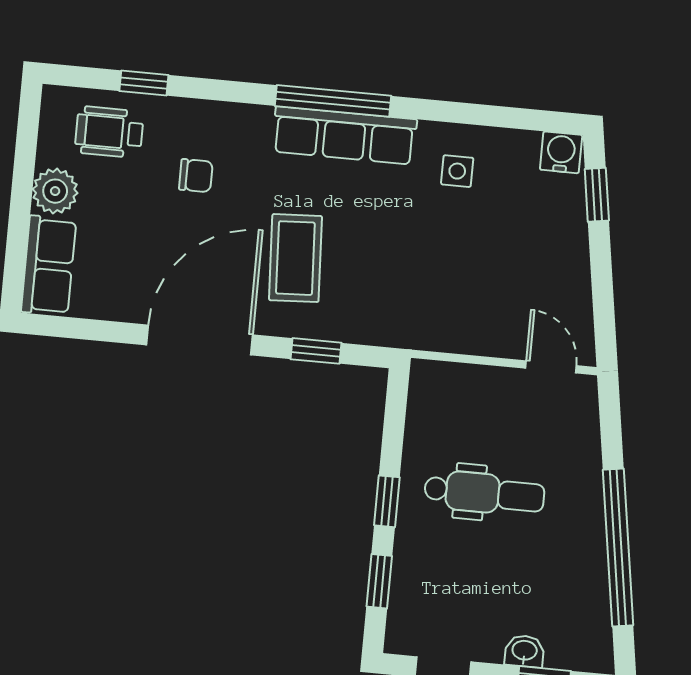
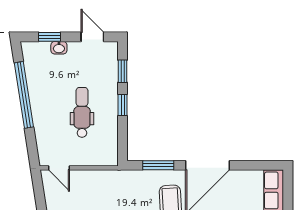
window: (316, 351) -> (158, 165), width x1.50
dental chair: (484, 493) -> (82, 112), turned 90

